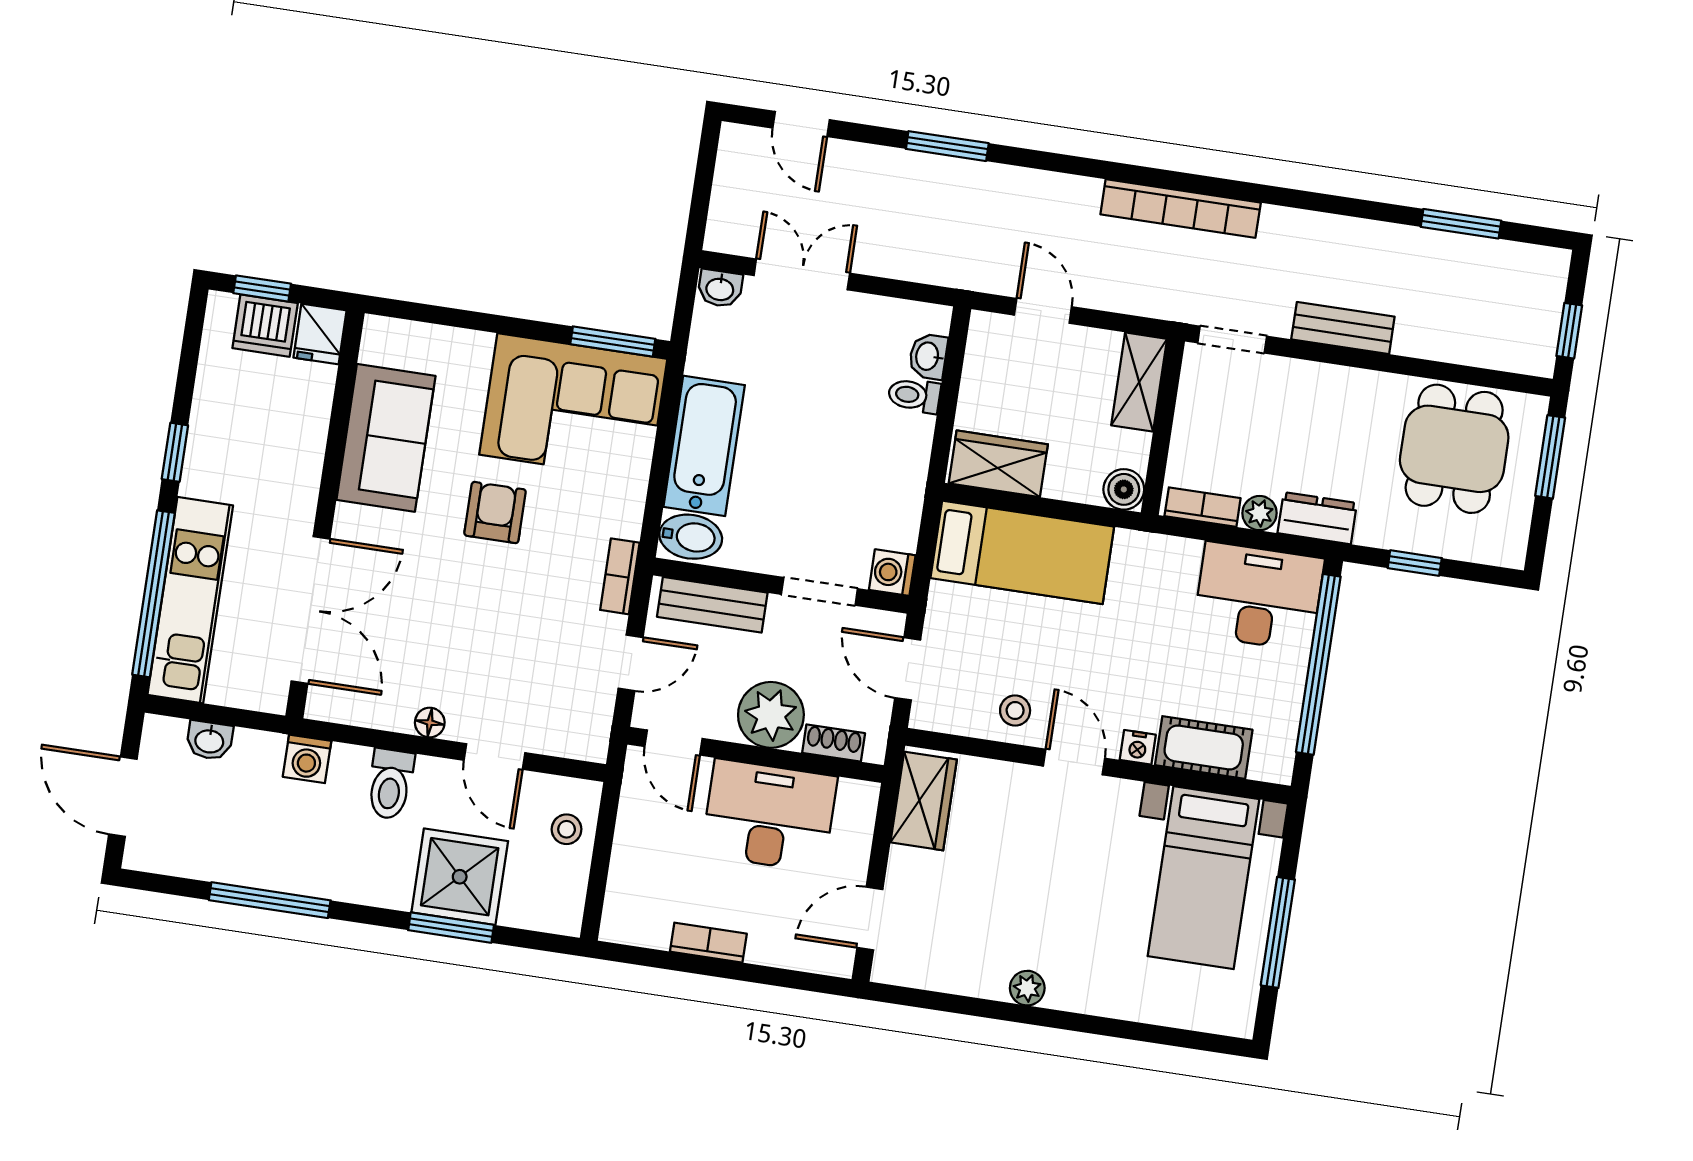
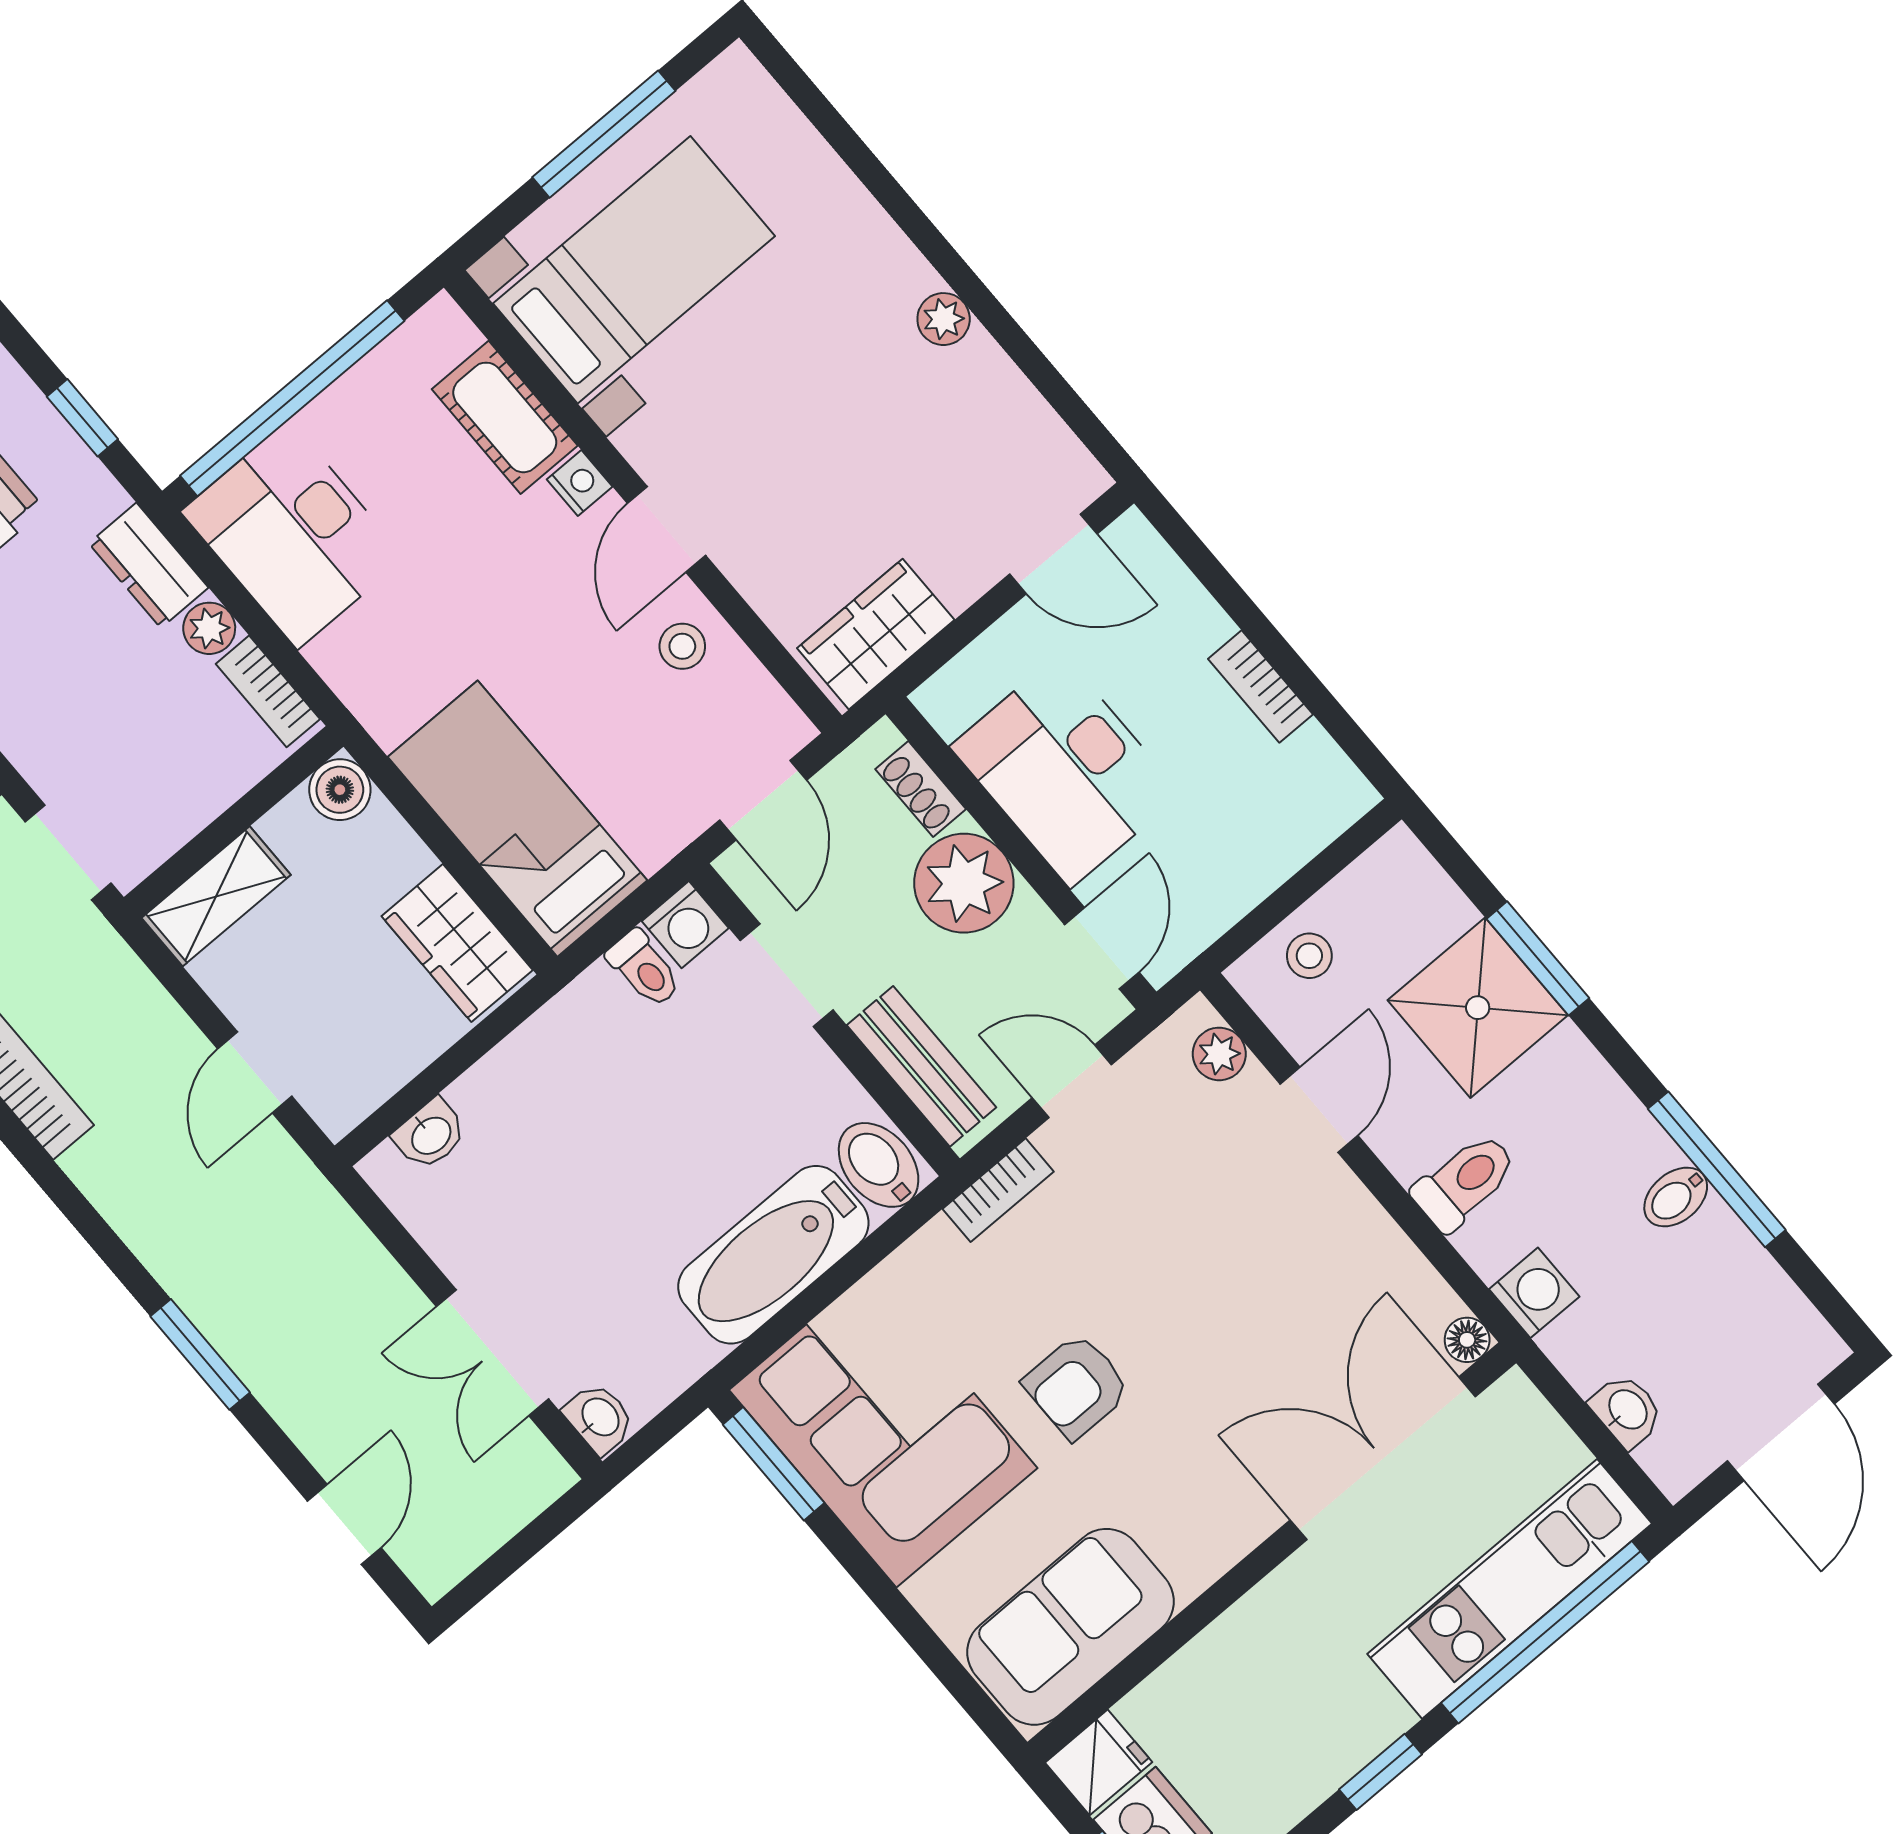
toilet: (914, 395) -> (644, 969), moved
sofa: (386, 438) -> (1070, 1627), moved
floor lamp: (430, 723) -> (1467, 1340), moved
plant: (569, 741) -> (1219, 1054), added
bidet: (278, 868) -> (1676, 1197), added

